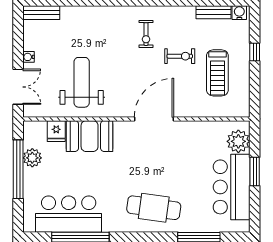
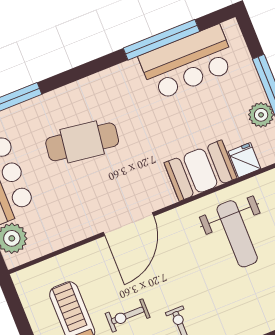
cafe table: (154, 208) -> (82, 142), moved

